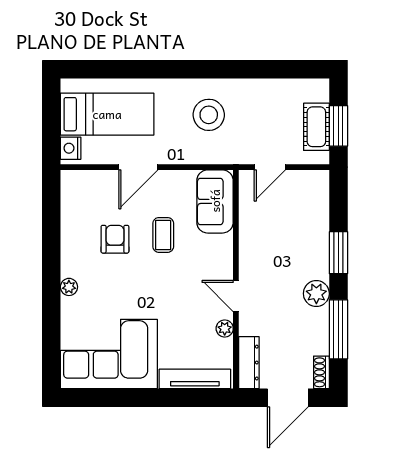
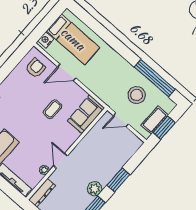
window: (266, 69) -> (155, 78), added
stool: (209, 115) -> (137, 95), moved
armchair: (115, 239) -> (35, 68), moved

